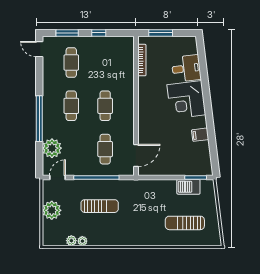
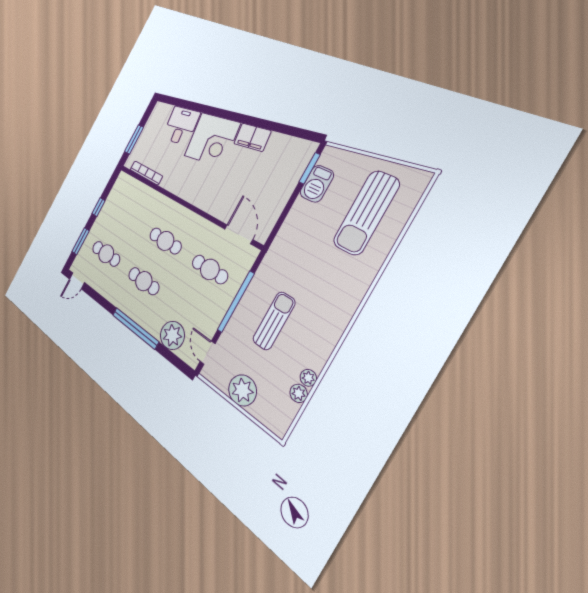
filing cabinet: (200, 135) -> (252, 137), width x2.00
sun lounger: (185, 223) -> (366, 213), width x1.36, depth x1.34

